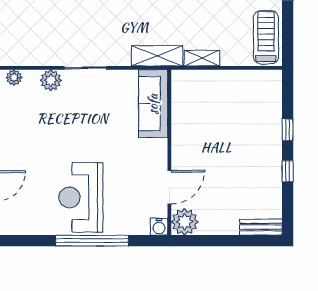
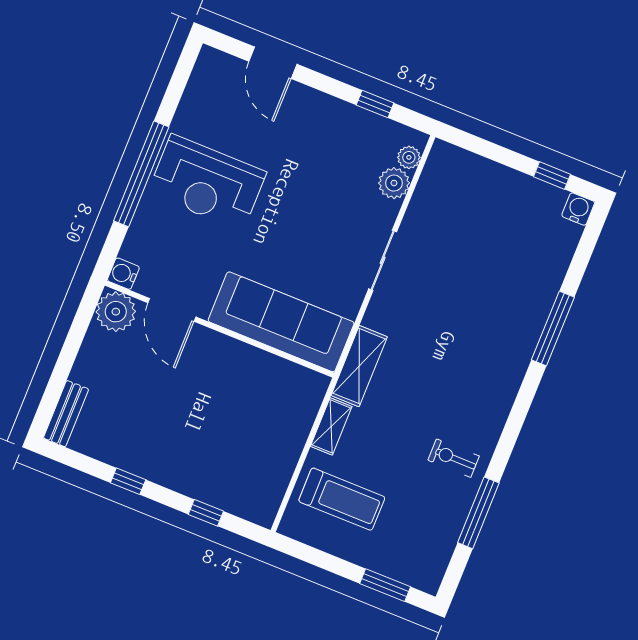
treadmill: (266, 37) -> (342, 499), moved
plant: (51, 80) -> (394, 183), moved
sofa: (153, 104) -> (281, 322), width x1.36, depth x1.27
window: (288, 130) -> (206, 513), moved
reception desk: (81, 197) -> (207, 183), turned 180

